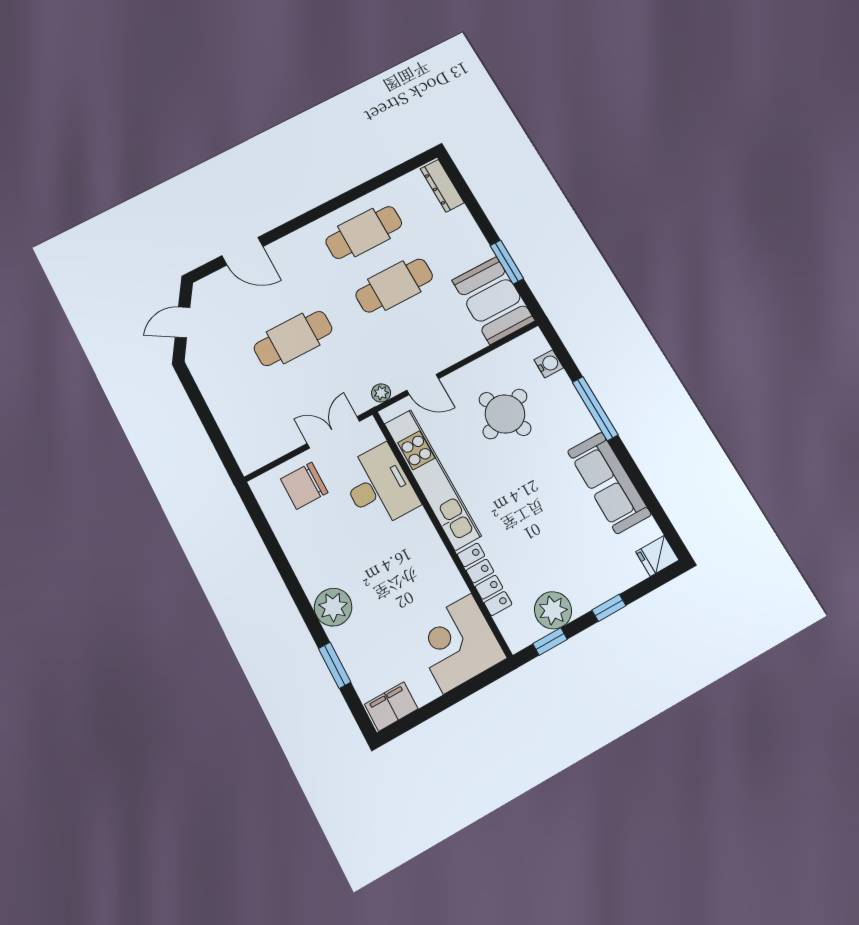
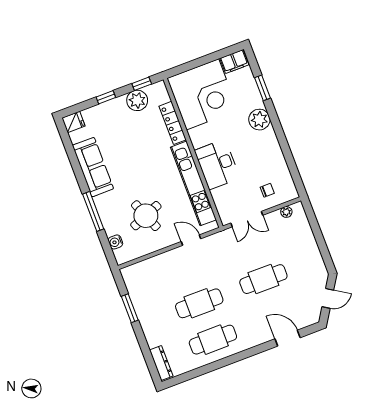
booth: (493, 300) -> (142, 285), removed
plant: (381, 393) -> (286, 212), moved
chair: (304, 486) -> (267, 190), width x0.54, depth x0.54
desk: (379, 486) -> (217, 164), moved
corner desk: (457, 643) -> (202, 94), width x1.36, depth x1.36

